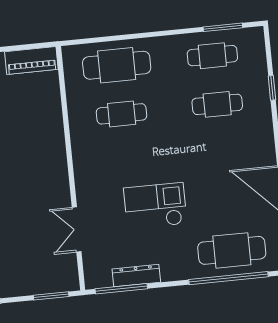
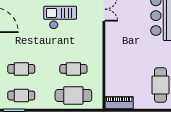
checkout: (155, 206) -> (60, 18), turned 180

